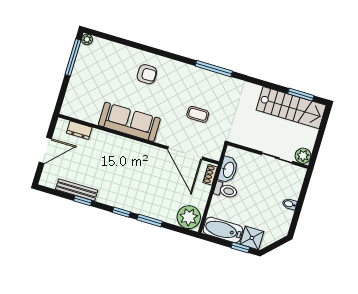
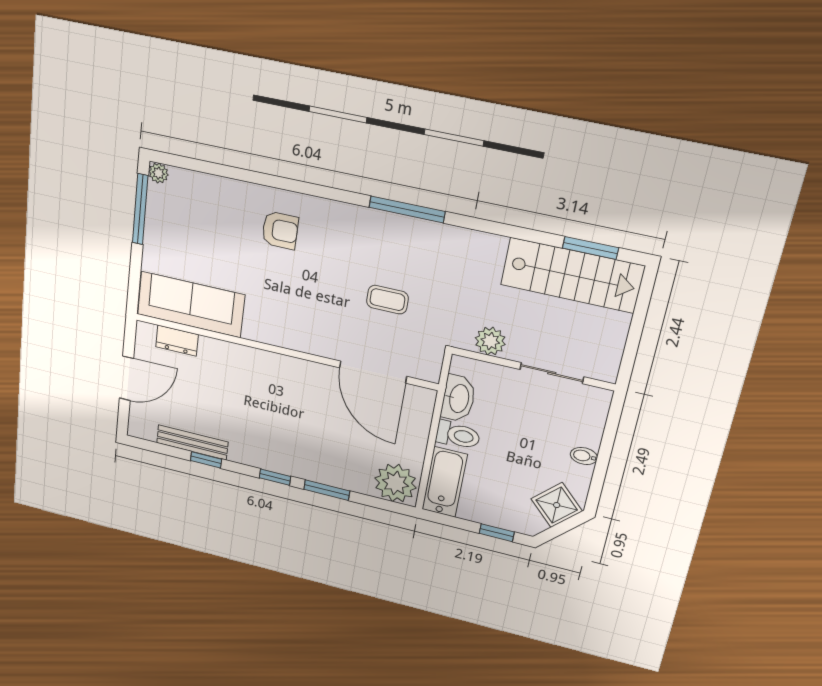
sofa: (129, 122) -> (191, 305), moved
plant: (303, 156) -> (490, 341), moved
shoe rack: (210, 175) -> (425, 409), removed
bathtub: (223, 230) -> (445, 482), moved, turned 90
shower: (252, 238) -> (557, 505), moved, turned 45

